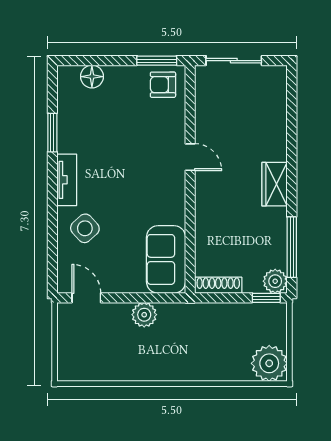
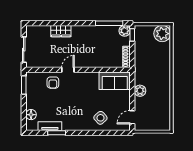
armchair: (163, 85) -> (53, 83), moved
tv unit: (67, 180) -> (50, 126), moved
wardrobe: (275, 184) -> (61, 31), moved

